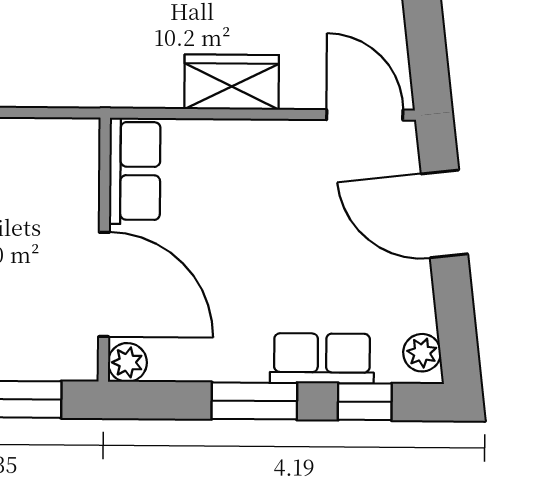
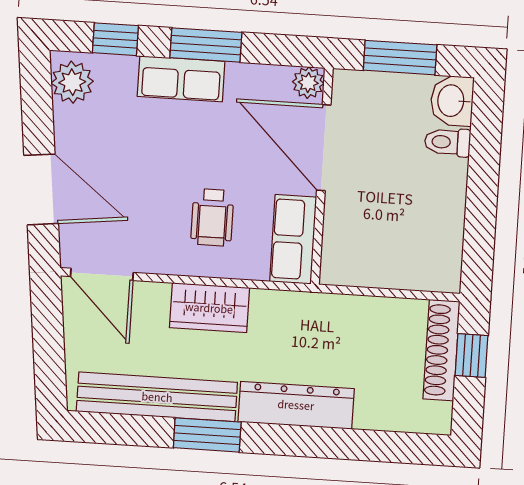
wheelchair: (235, 192) -> (212, 217), added
plant: (422, 353) -> (72, 82), width x1.38, depth x1.38
row of seats: (322, 358) -> (181, 79), moved

